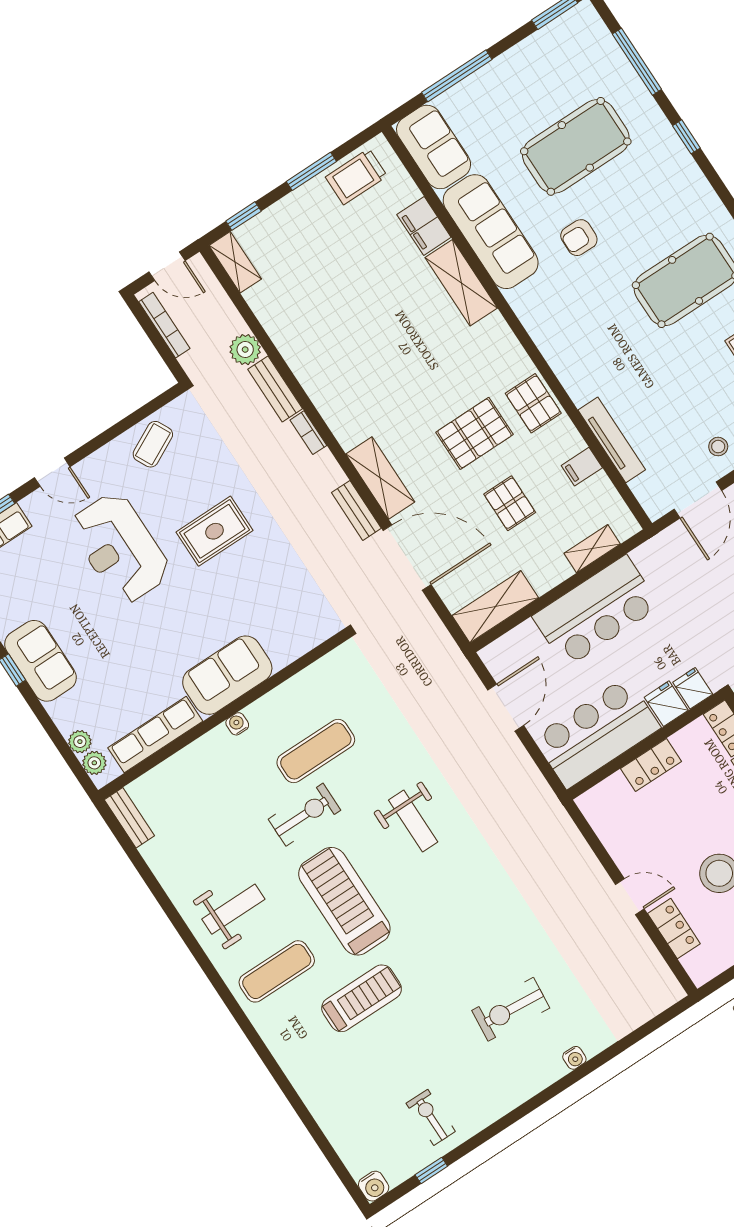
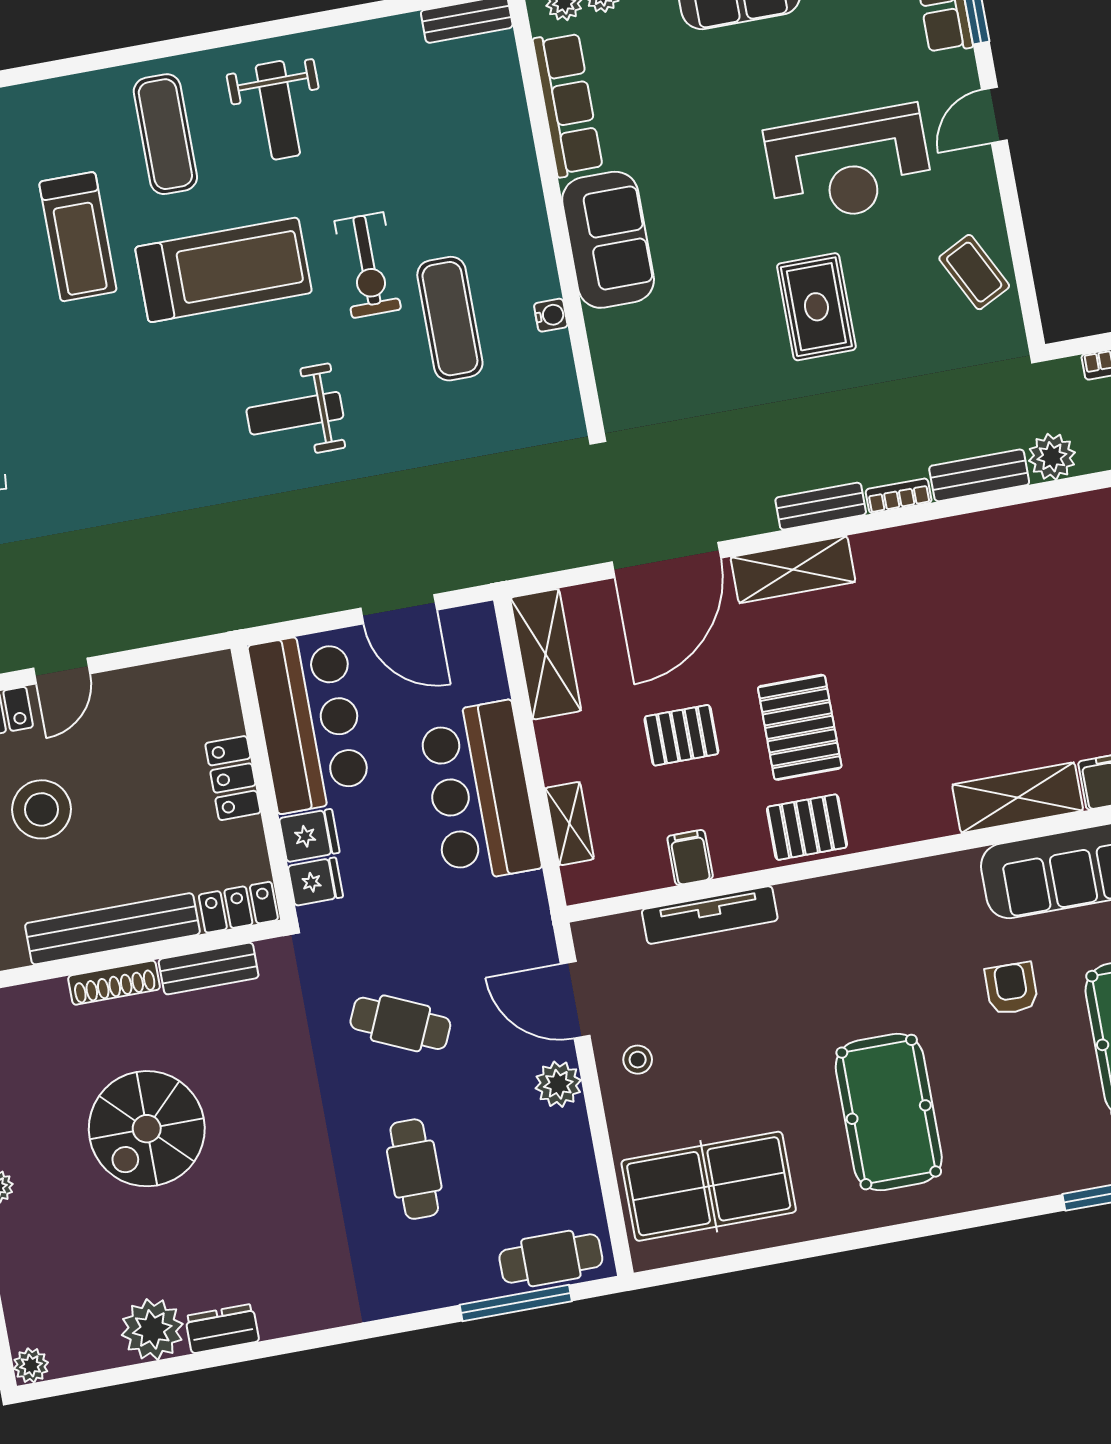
bench: (356, 510) -> (821, 506), moved
reception desk: (120, 548) -> (849, 165), turned 180
water cooler: (237, 724) -> (551, 315), moved

